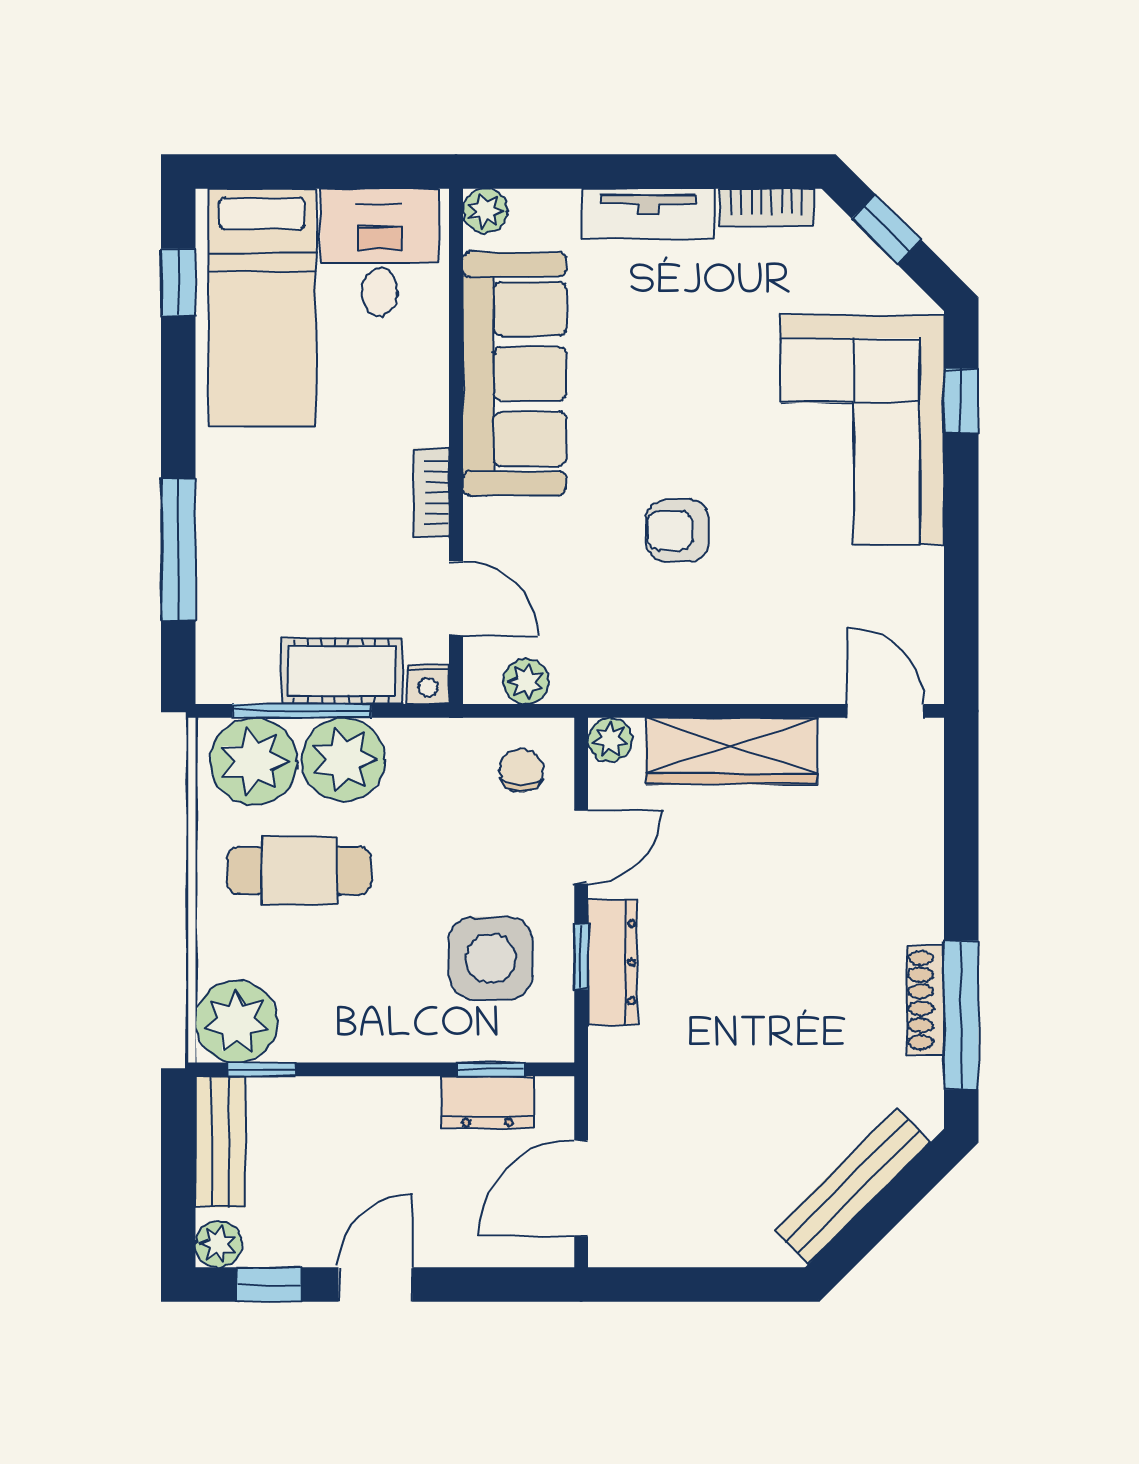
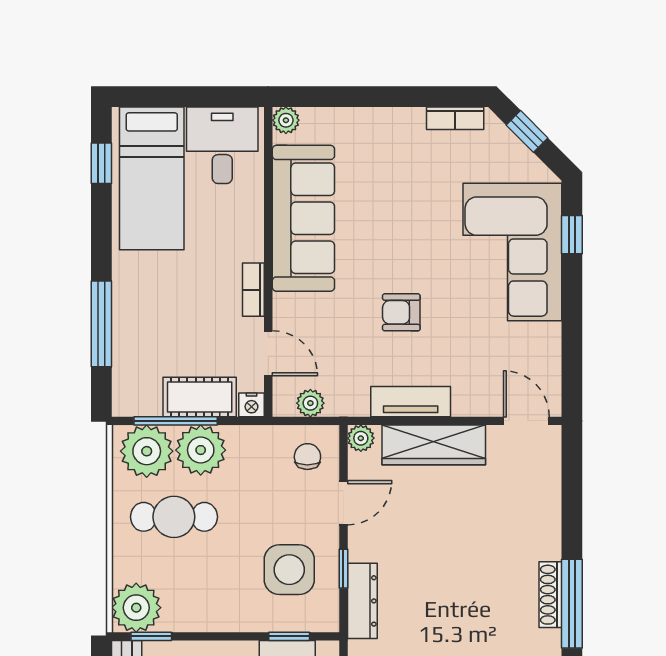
tv unit: (649, 214) -> (411, 402), moved, turned 180
dresser: (613, 962) -> (362, 601), moved

